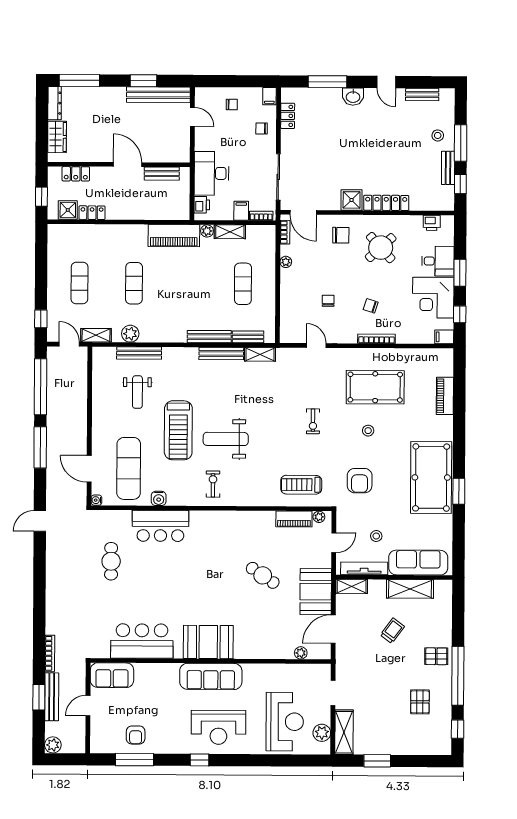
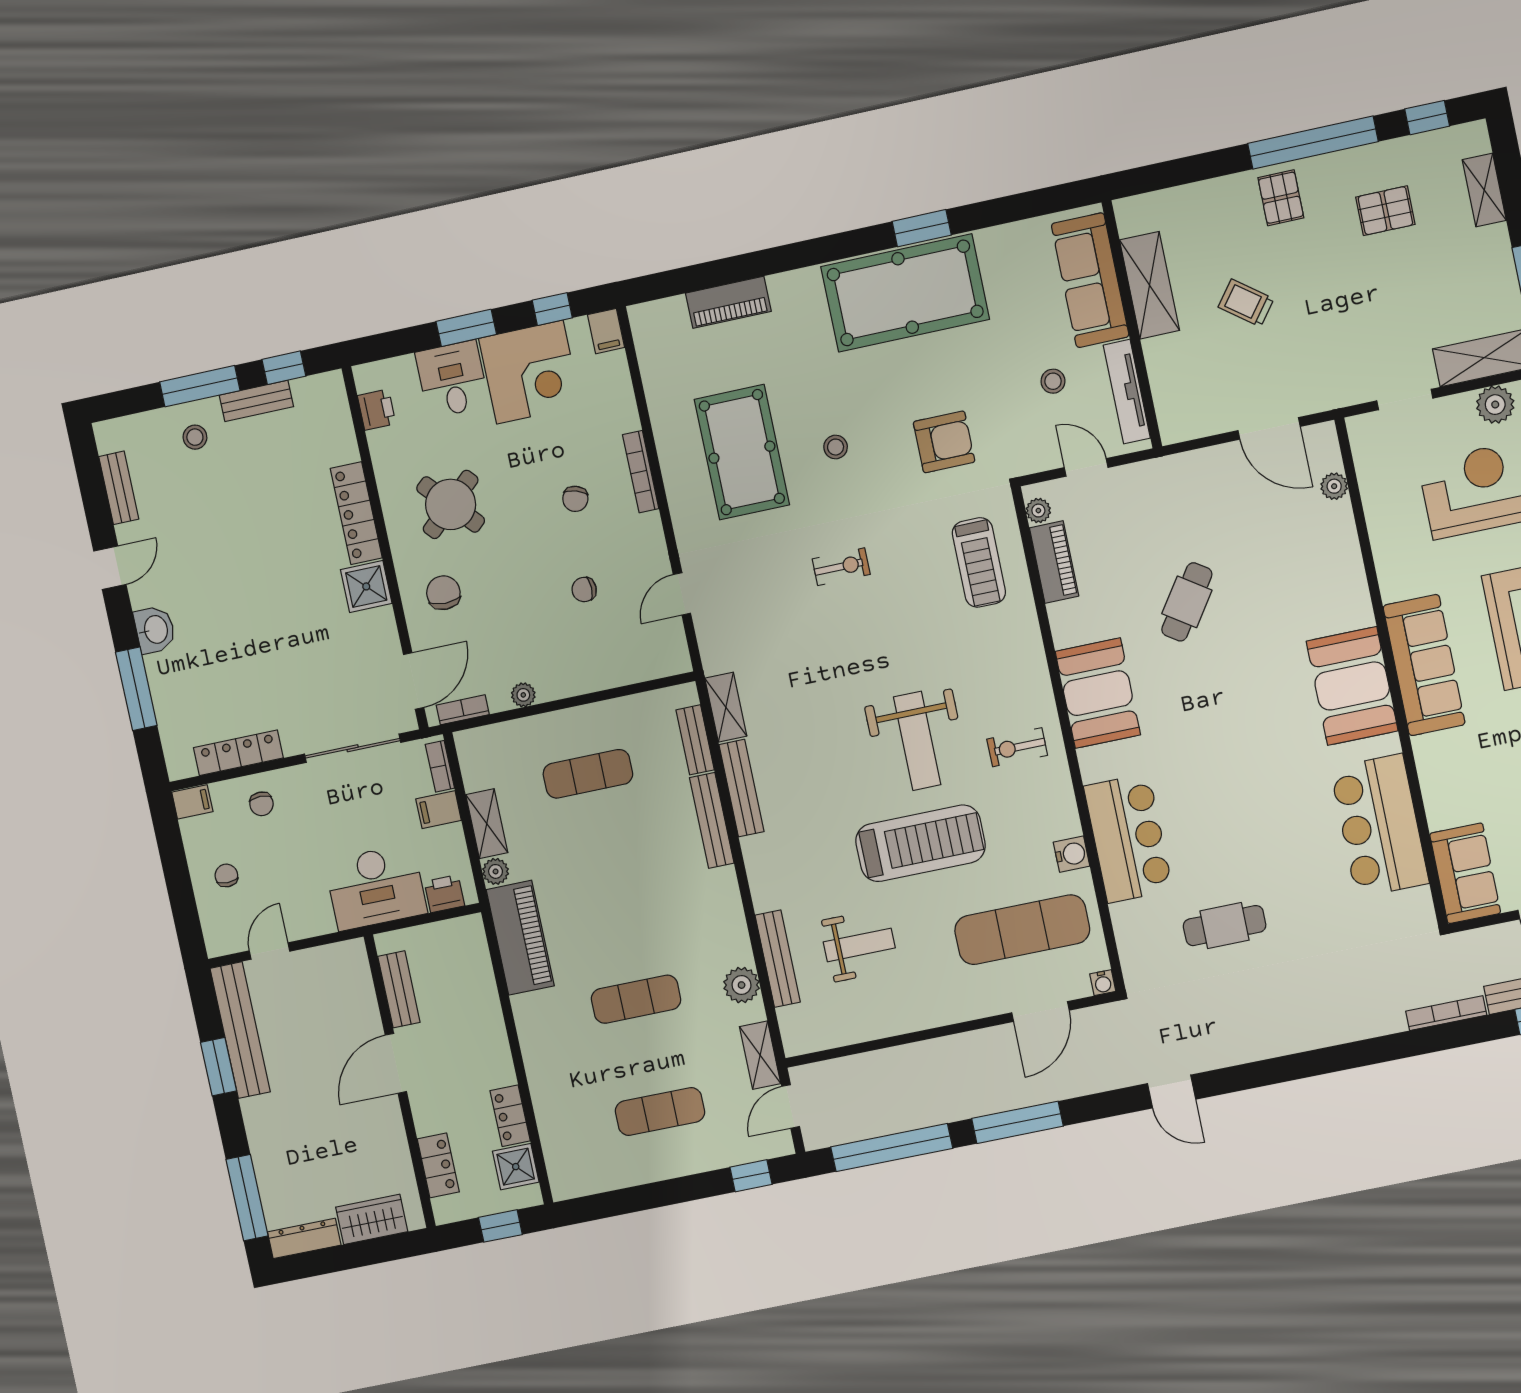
locker: (288, 116) -> (238, 753), width x1.53
shelving: (352, 586) -> (1484, 190), moved
booth: (316, 592) -> (1098, 693), moved, turned 90

